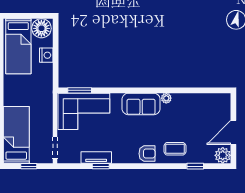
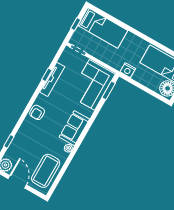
nightstand: (46, 55) -> (128, 70), moved
coffee table: (175, 149) -> (46, 171), moved, width x1.86, depth x1.72
tv unit: (96, 157) -> (52, 79), width x1.41

